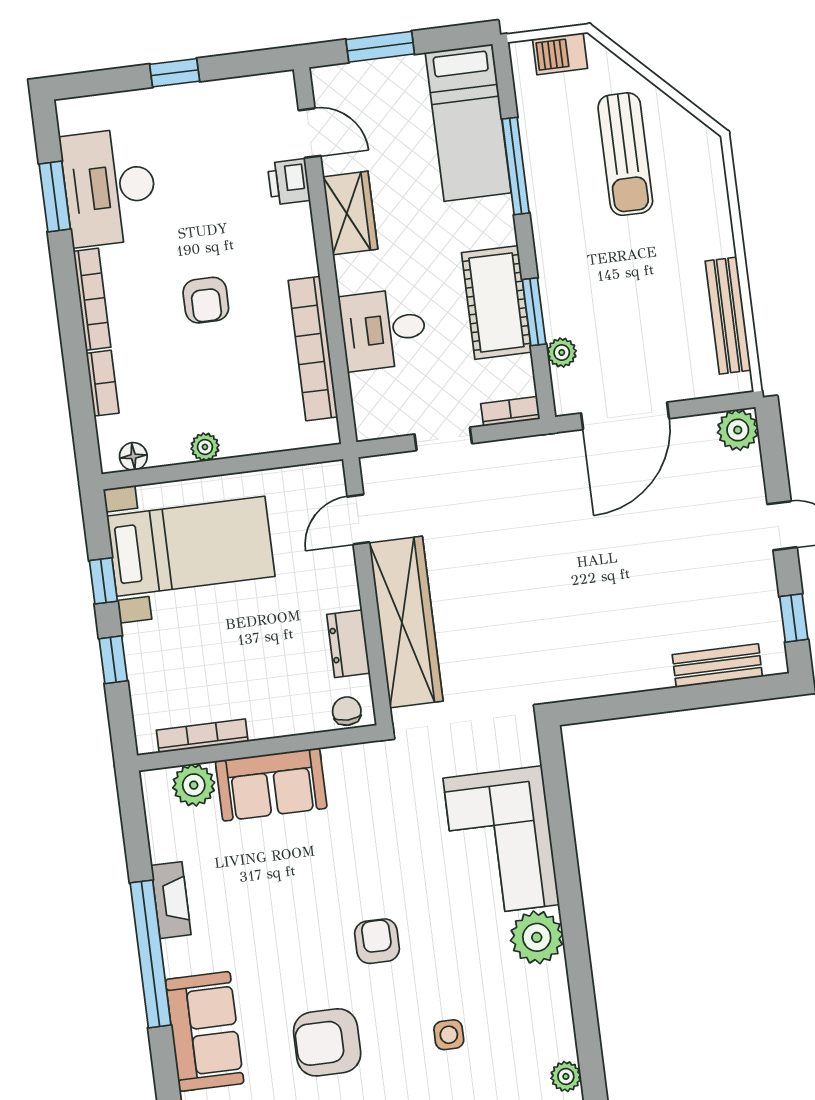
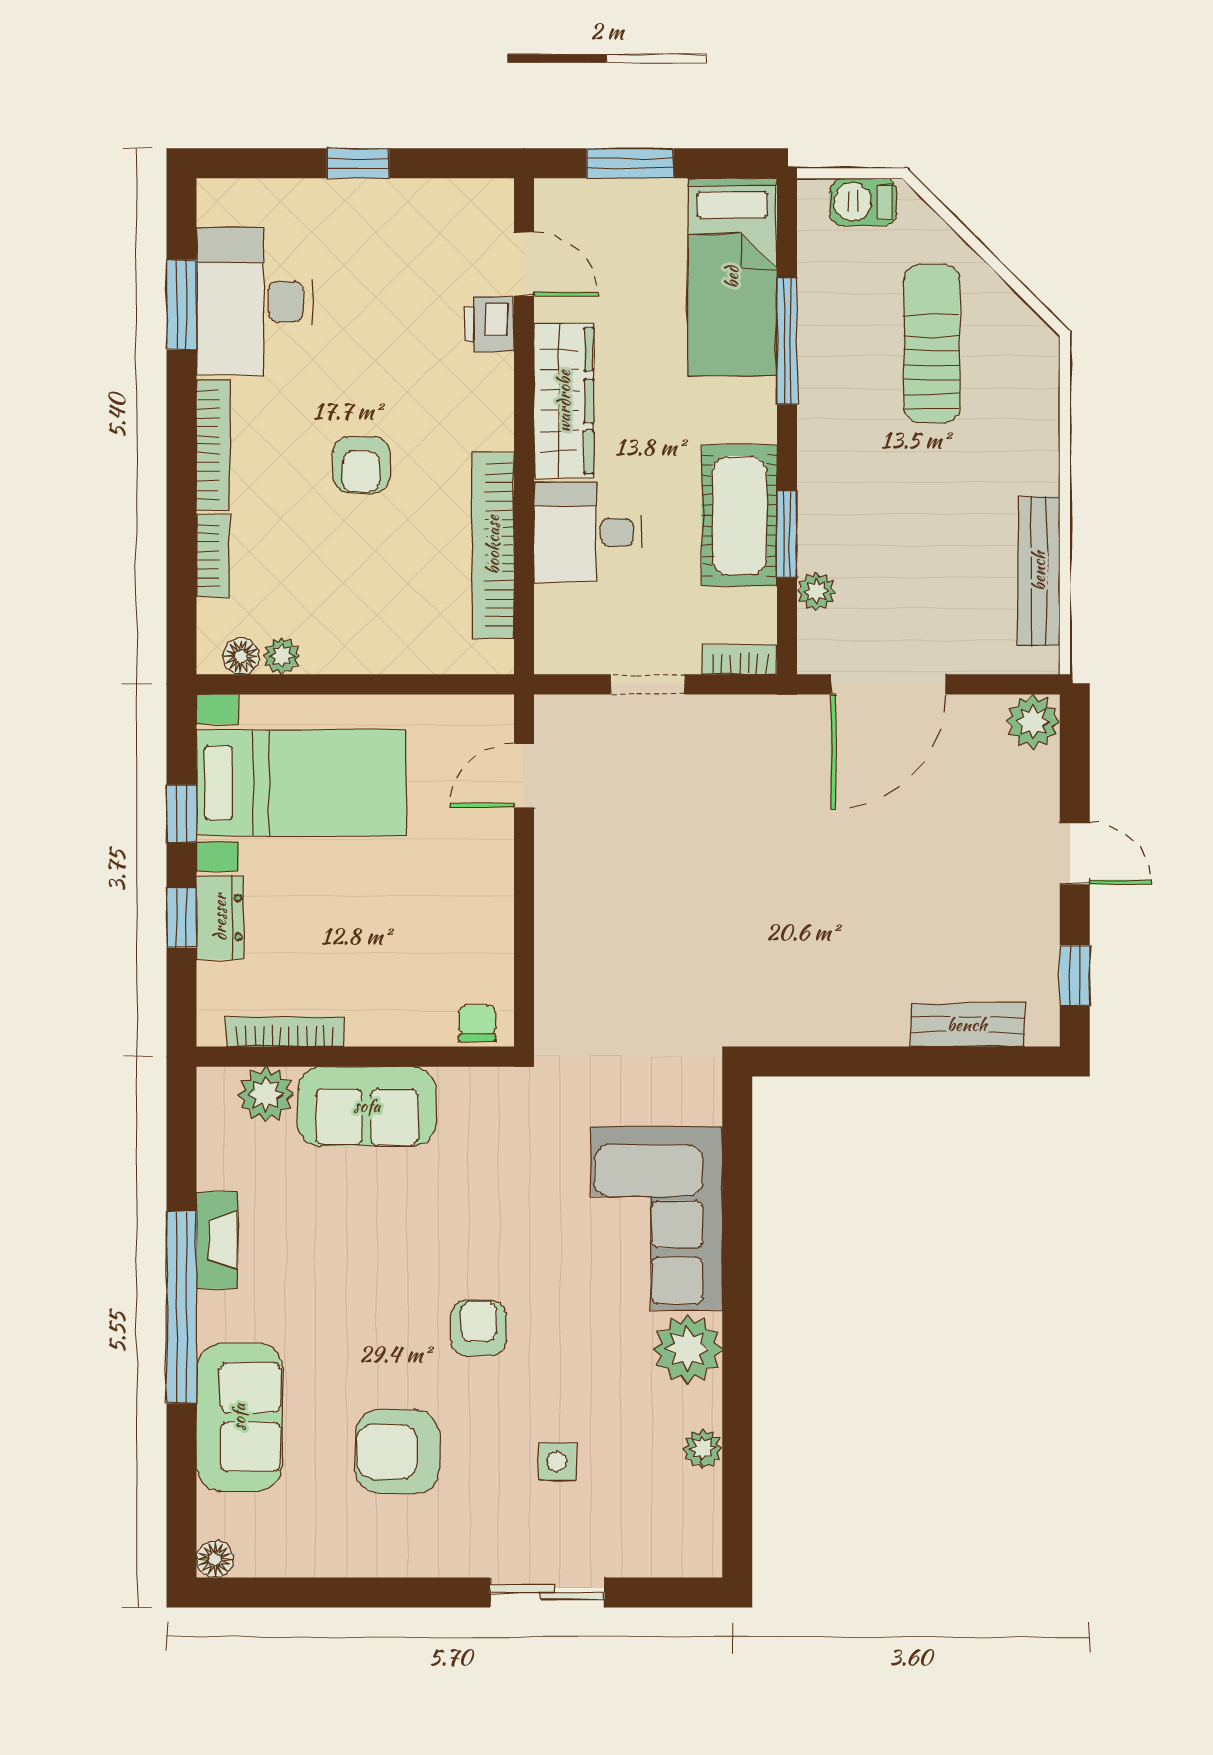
sun lounger: (625, 154) -> (932, 343), turned 180
wardrobe: (350, 213) -> (564, 401), width x1.50
plant: (205, 447) -> (282, 656), moved
wardrobe: (406, 622) -> (569, 917), removed
dresser: (348, 644) -> (220, 917), moved, turned 180
plant: (566, 1076) -> (703, 1448), moved

